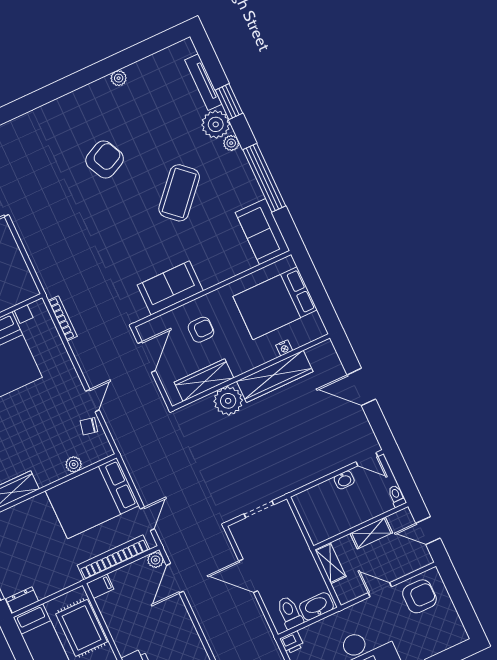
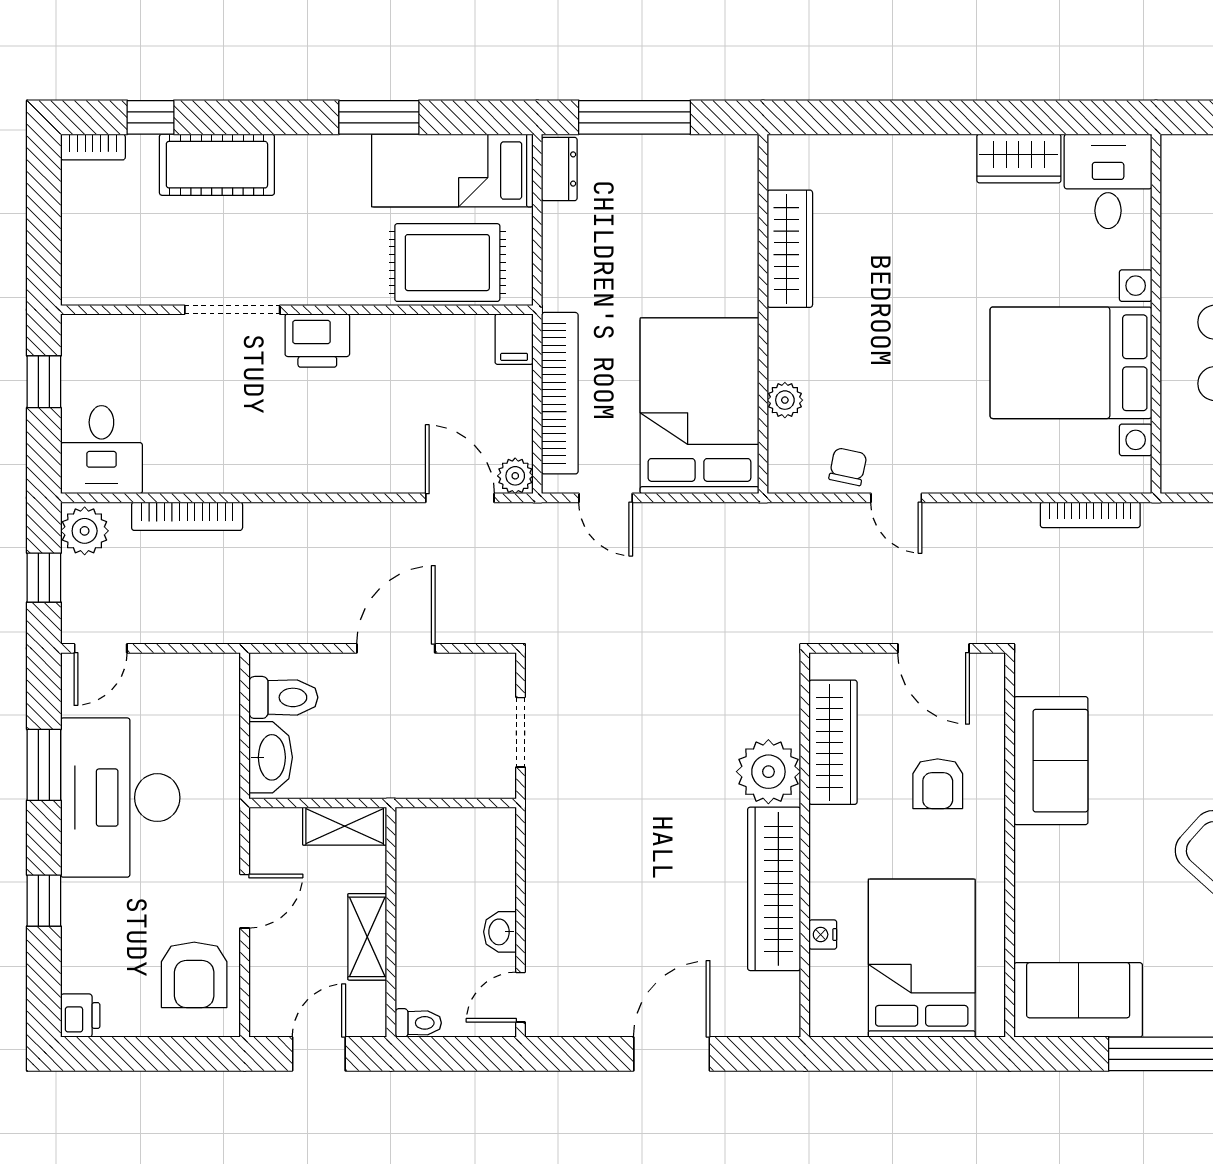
printer: (292, 642) -> (80, 1016), moved, turned 180

